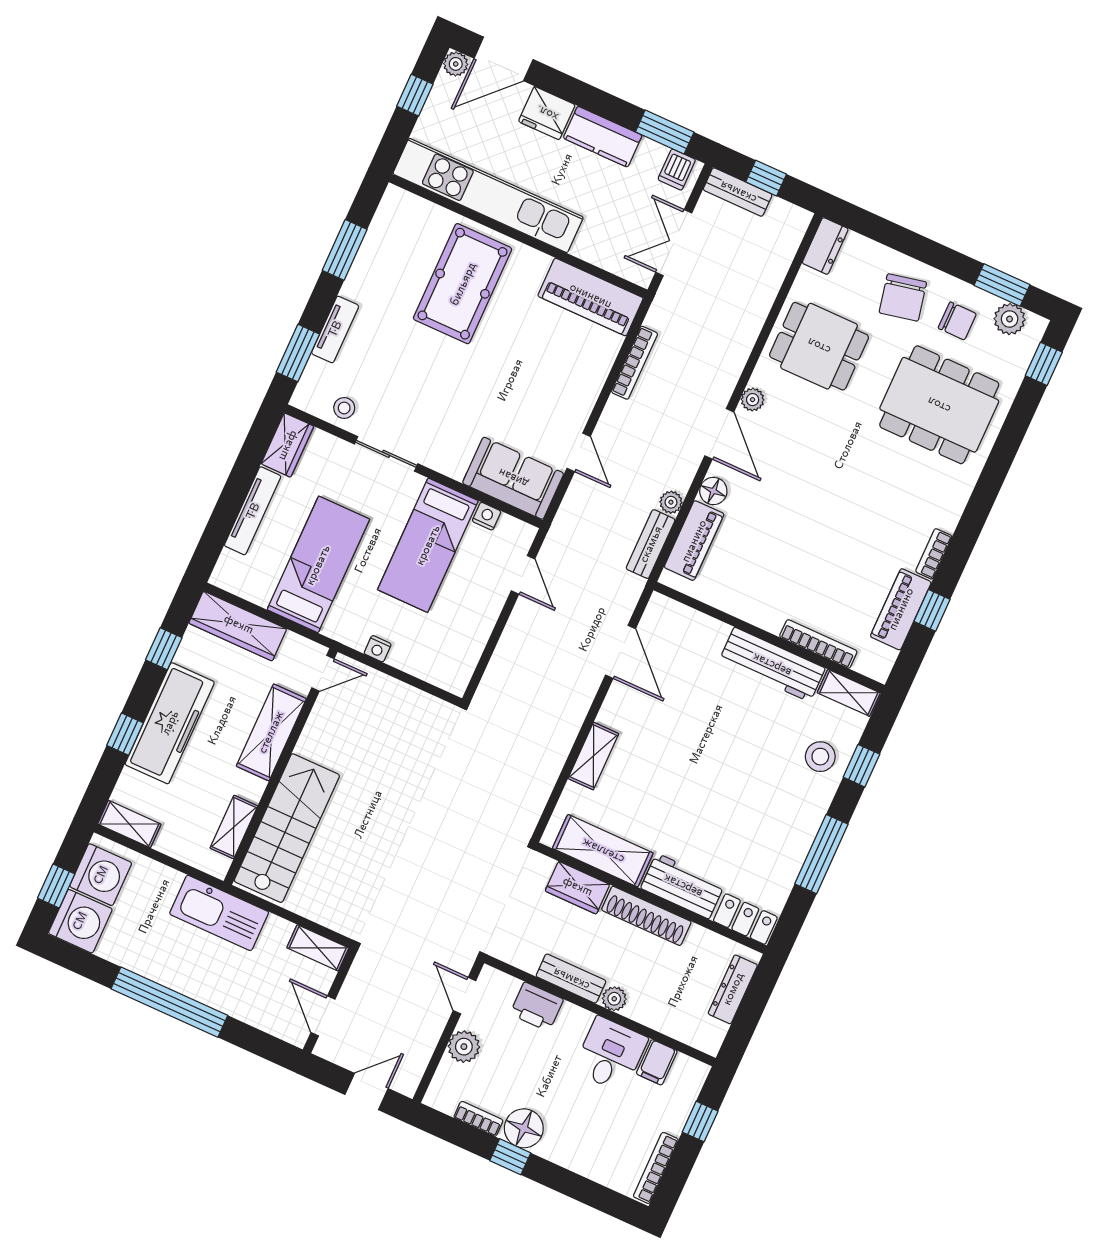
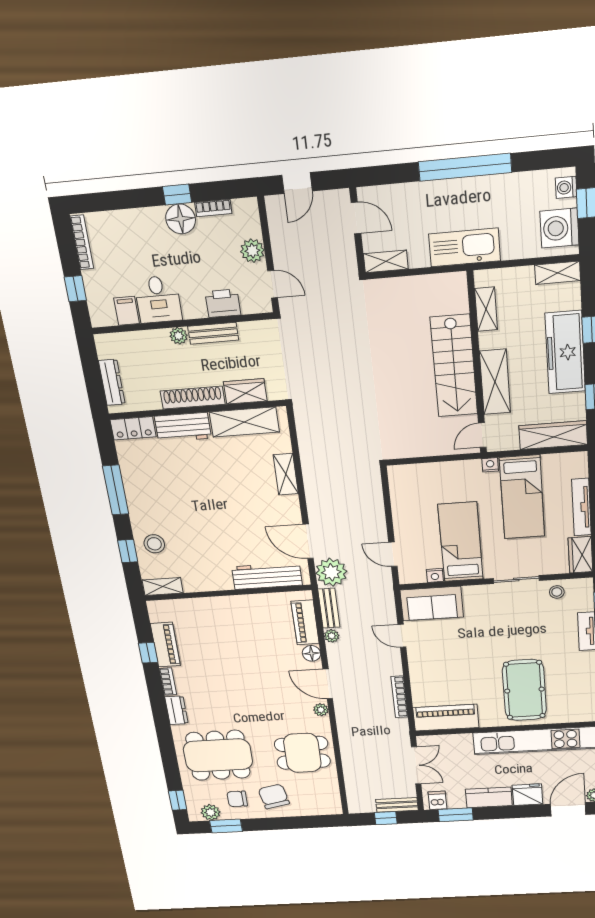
dresser: (825, 246) -> (176, 710), moved, turned 180
plant: (617, 593) -> (331, 572), added
bookcase: (818, 644) -> (198, 604), removed
nightstand: (378, 649) -> (490, 465), moved
workbench: (772, 665) -> (267, 576), moved
stairs: (287, 828) -> (454, 366), moved
washing machine: (80, 921) -> (566, 187), width x0.53, depth x0.53

